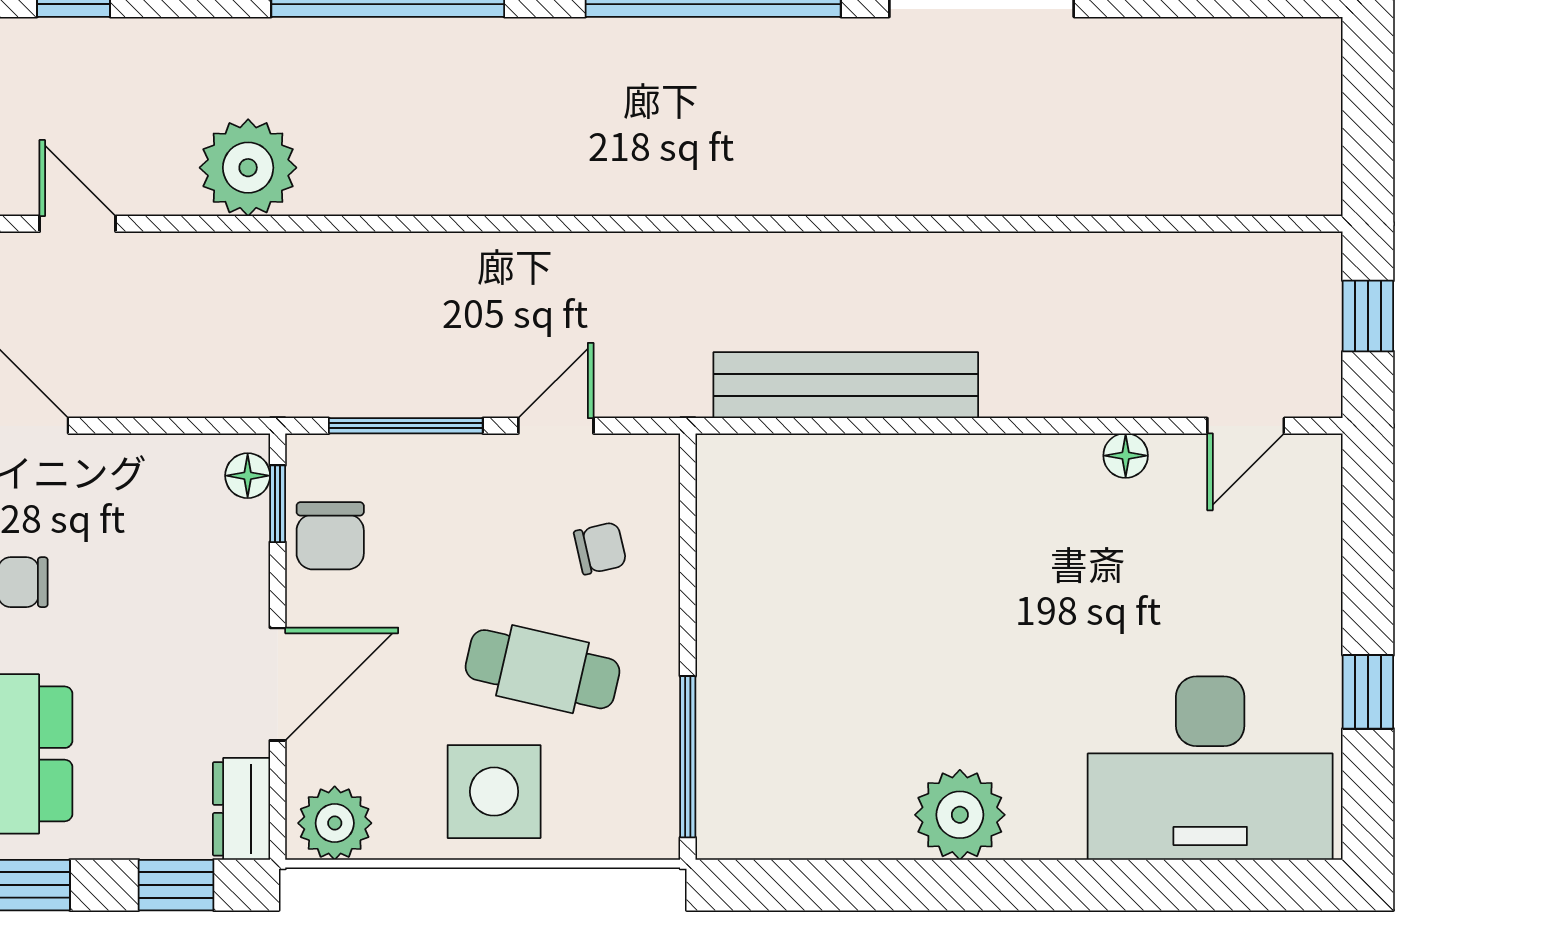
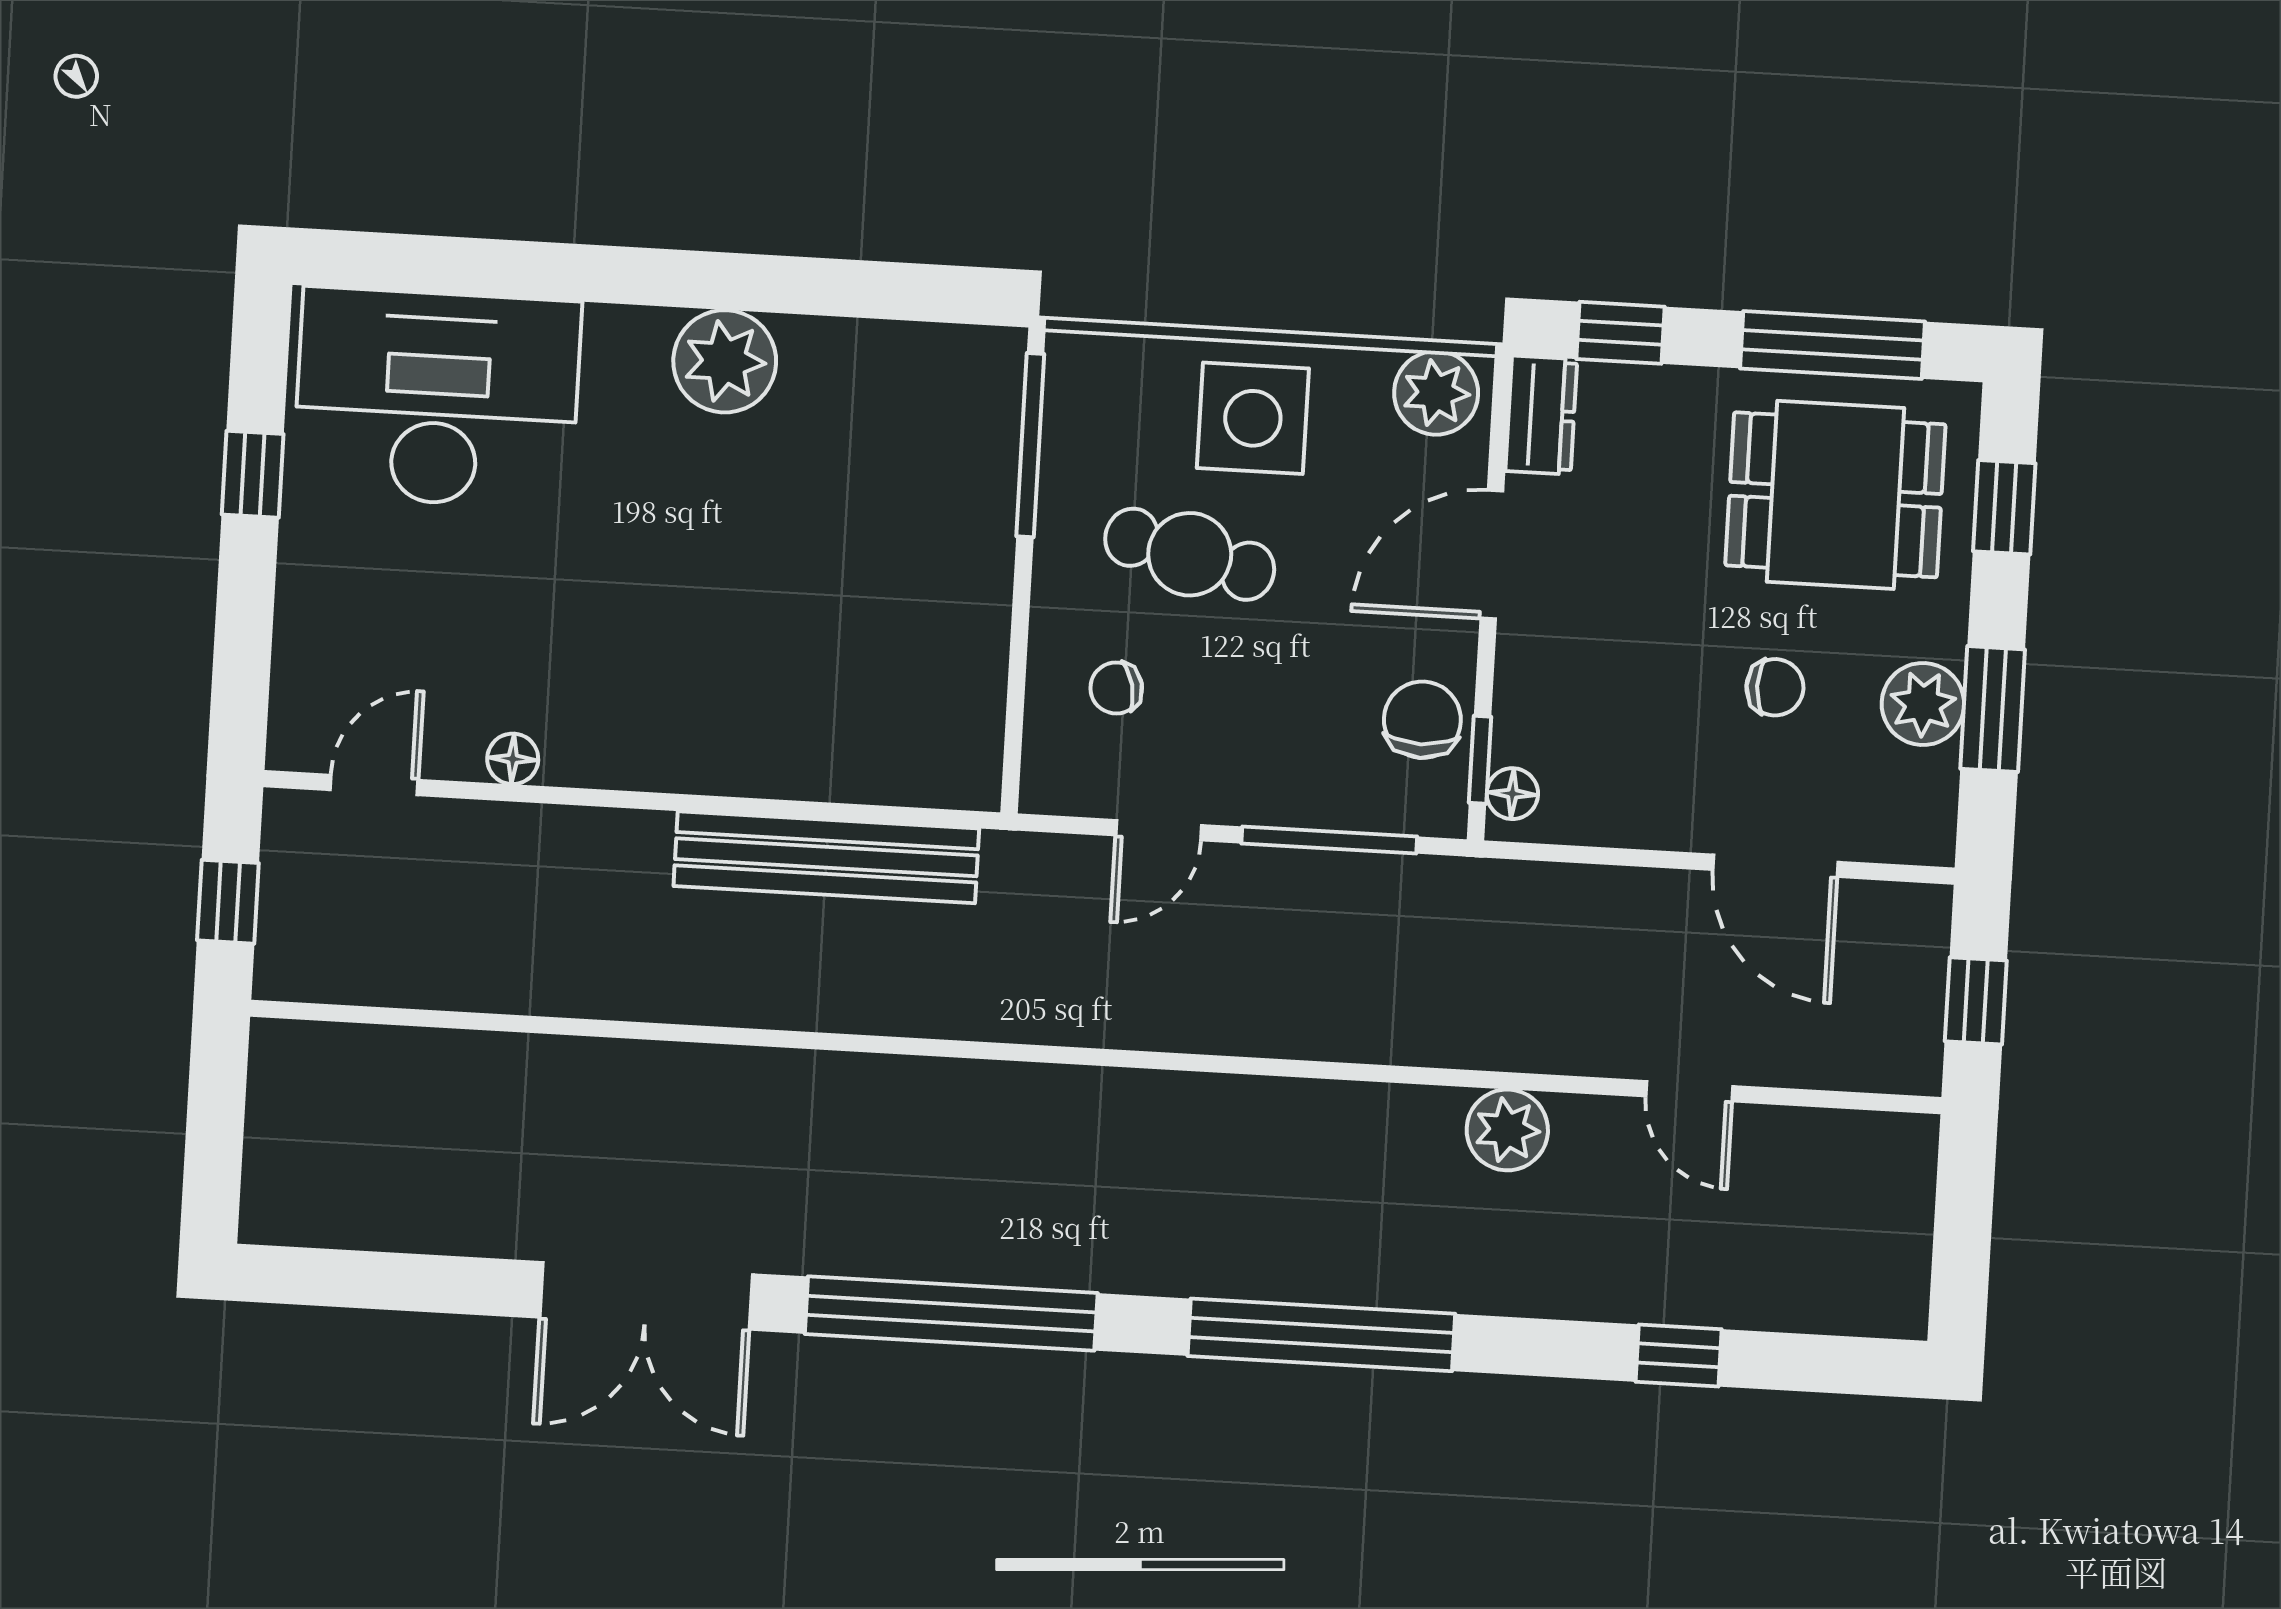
plant: (248, 168) -> (1507, 1130), width x0.73, depth x0.73

